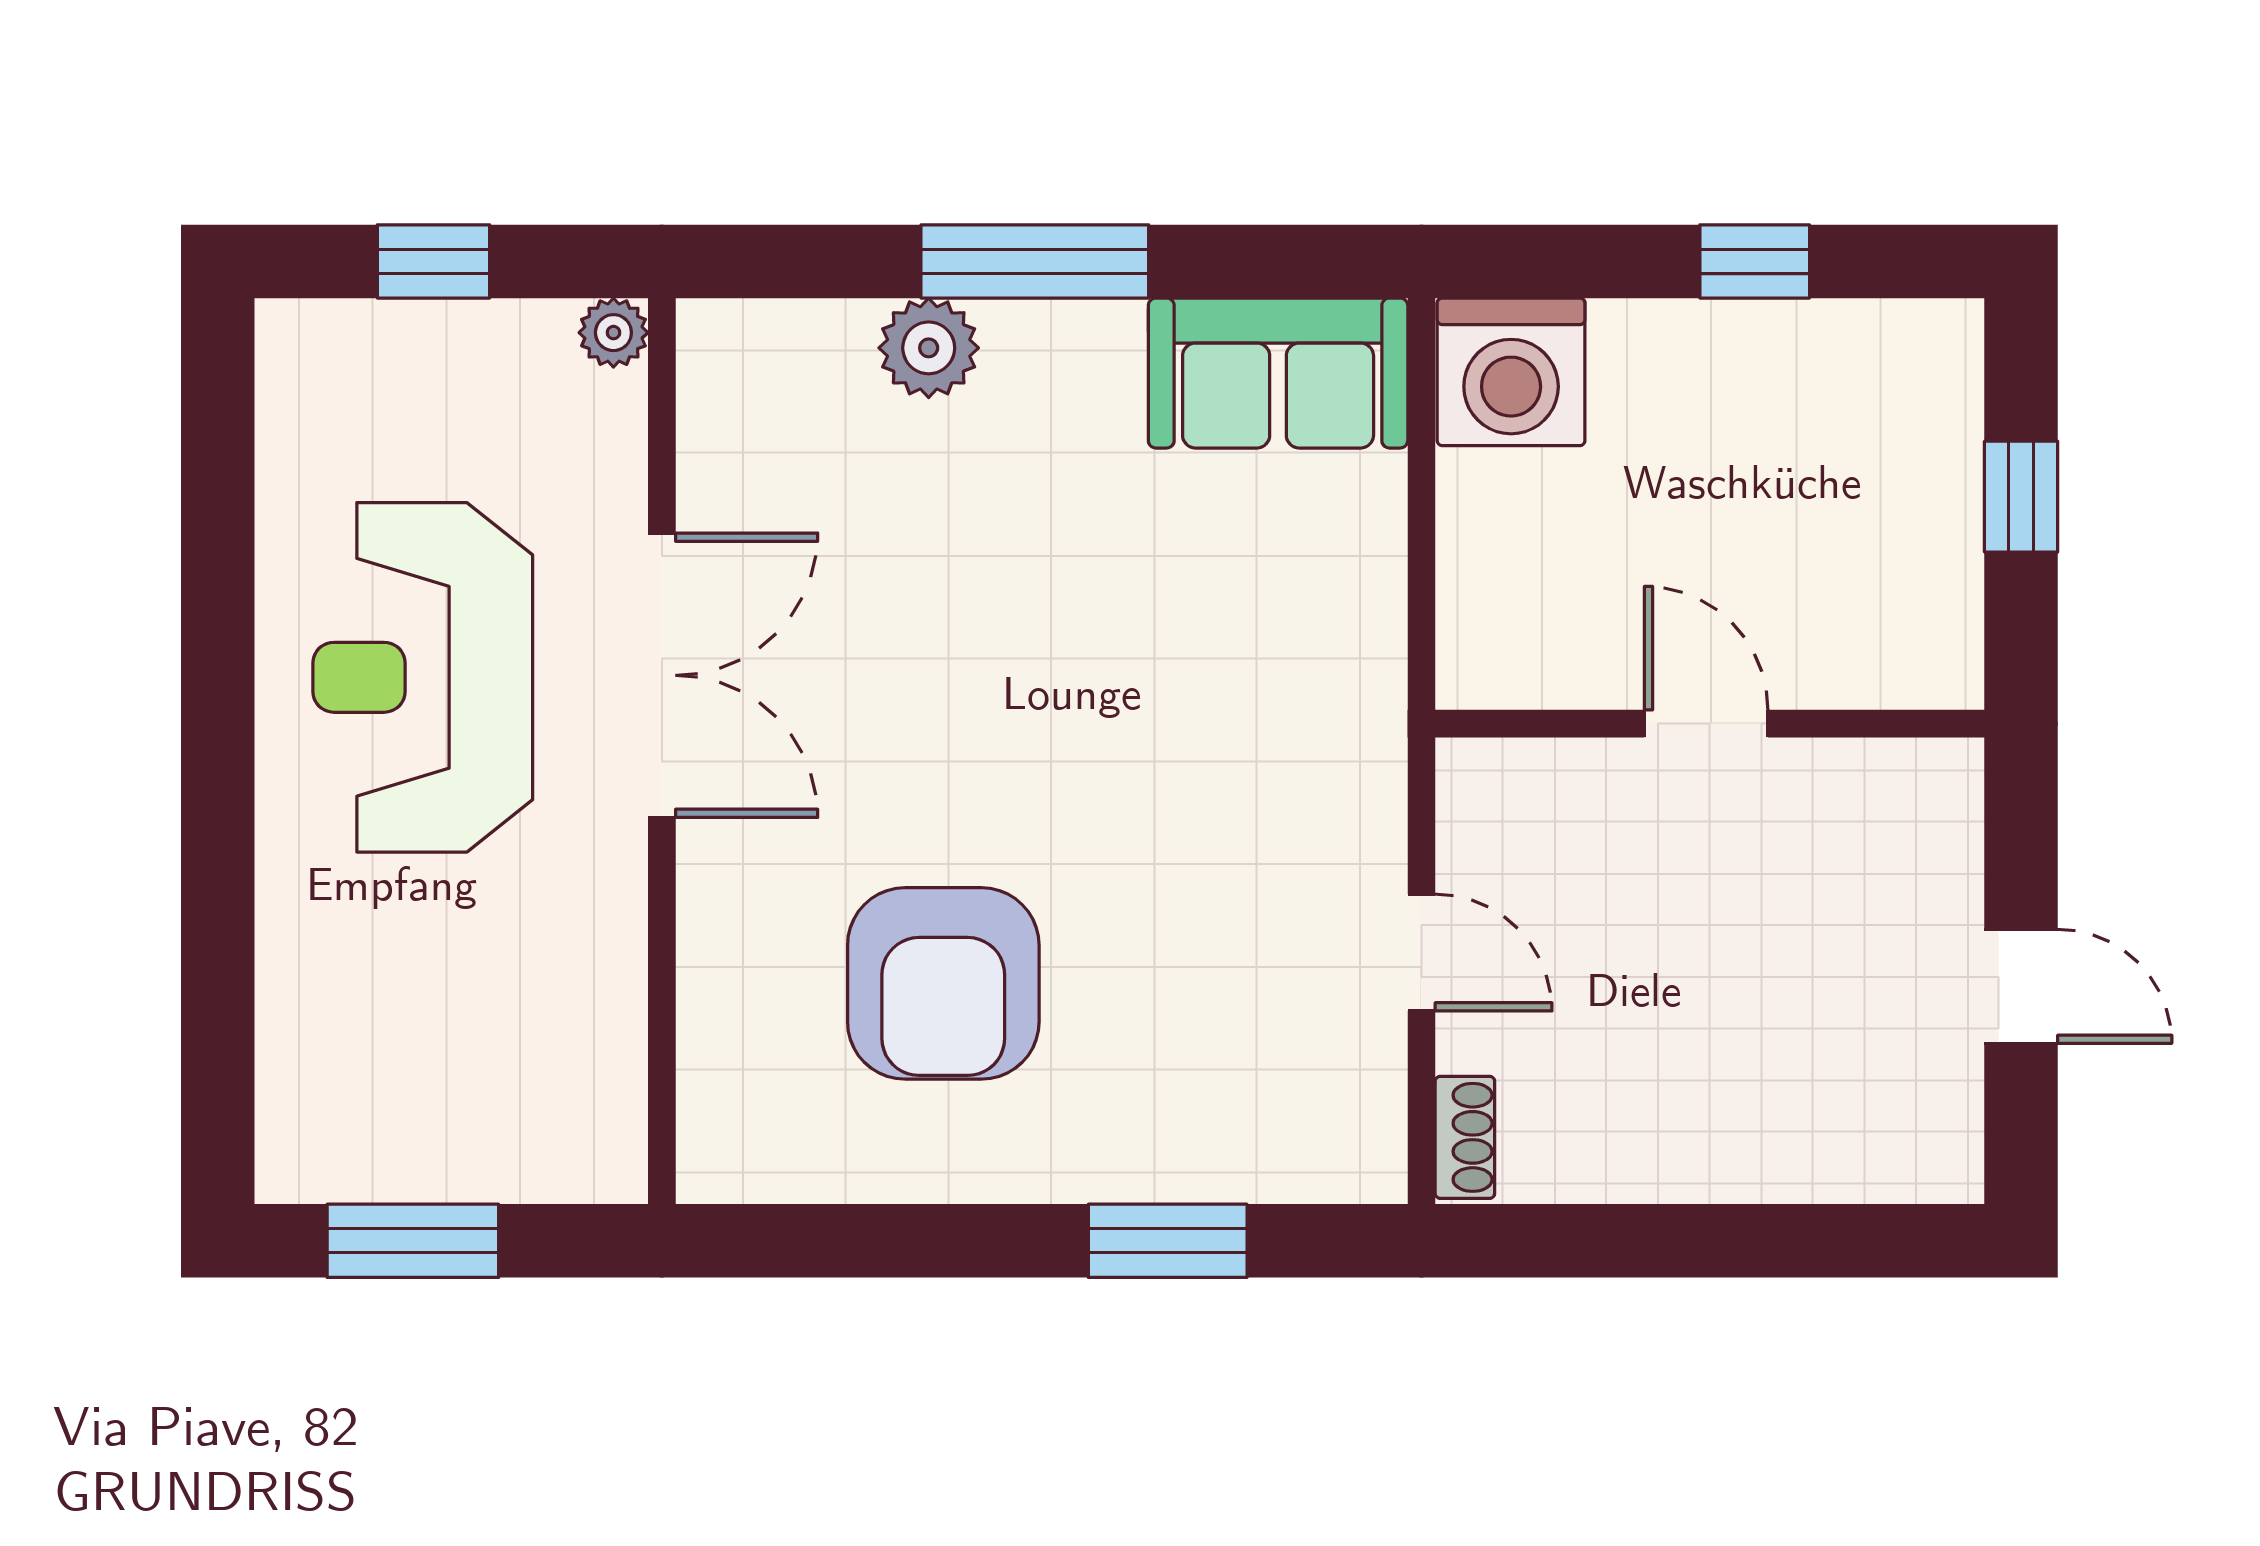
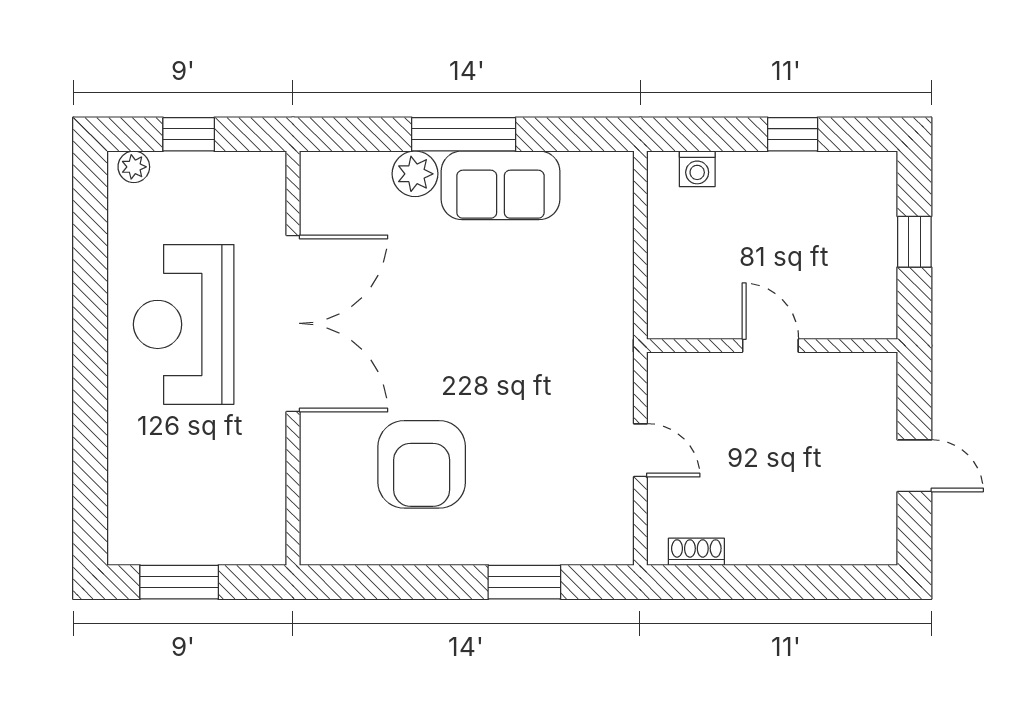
plant: (613, 333) -> (134, 167), moved
washing machine: (1511, 372) -> (697, 169), width x0.53, depth x0.53
sofa: (1278, 373) -> (500, 185), moved
double door: (662, 675) -> (293, 323), width x1.36
shoe rack: (1465, 1137) -> (696, 552), moved, turned -90

